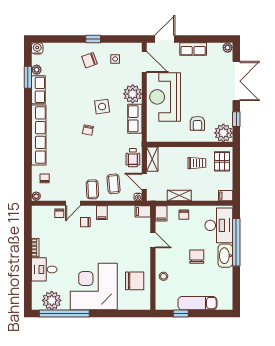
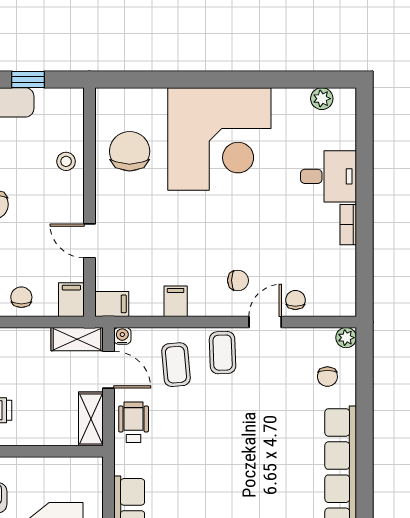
chair: (88, 130) -> (232, 483), removed
shelving: (179, 195) -> (77, 339), moved
filing cabinet: (102, 213) -> (176, 301), moved
chair: (135, 281) -> (130, 151), turned 90
plant: (52, 300) -> (322, 99), width x0.53, depth x0.53
window: (64, 314) -> (285, 79), removed

